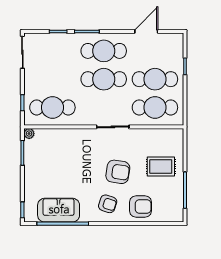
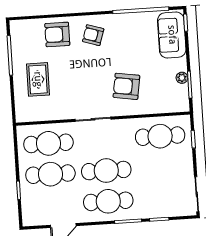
plant: (29, 134) -> (182, 78), moved
rug: (161, 167) -> (38, 79), turned 90
armchair: (118, 172) -> (126, 86), moved
sofa: (59, 210) -> (172, 35), moved, turned 90

